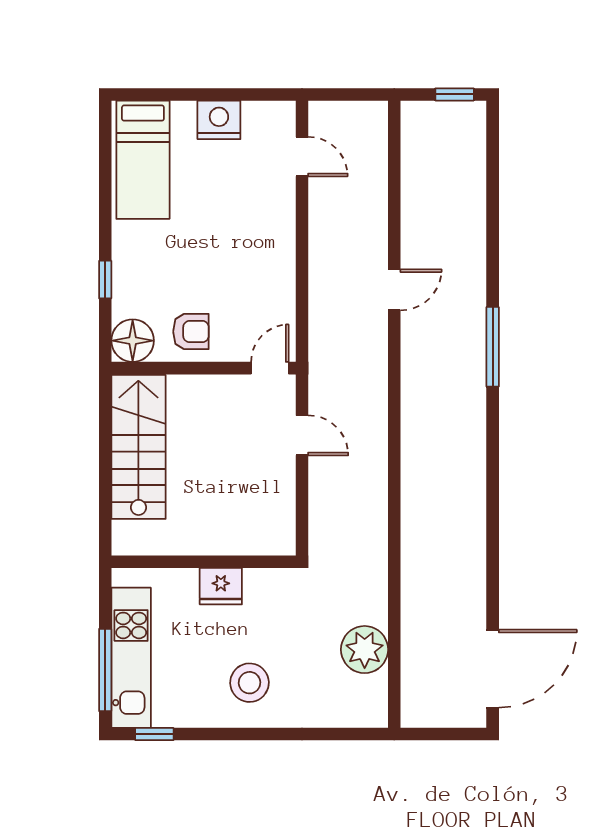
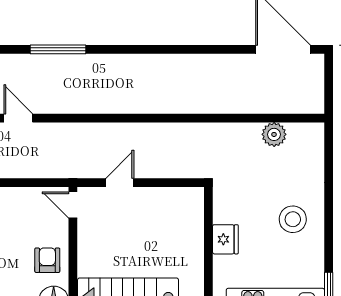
plant: (365, 650) -> (274, 134), width x0.73, depth x0.73

